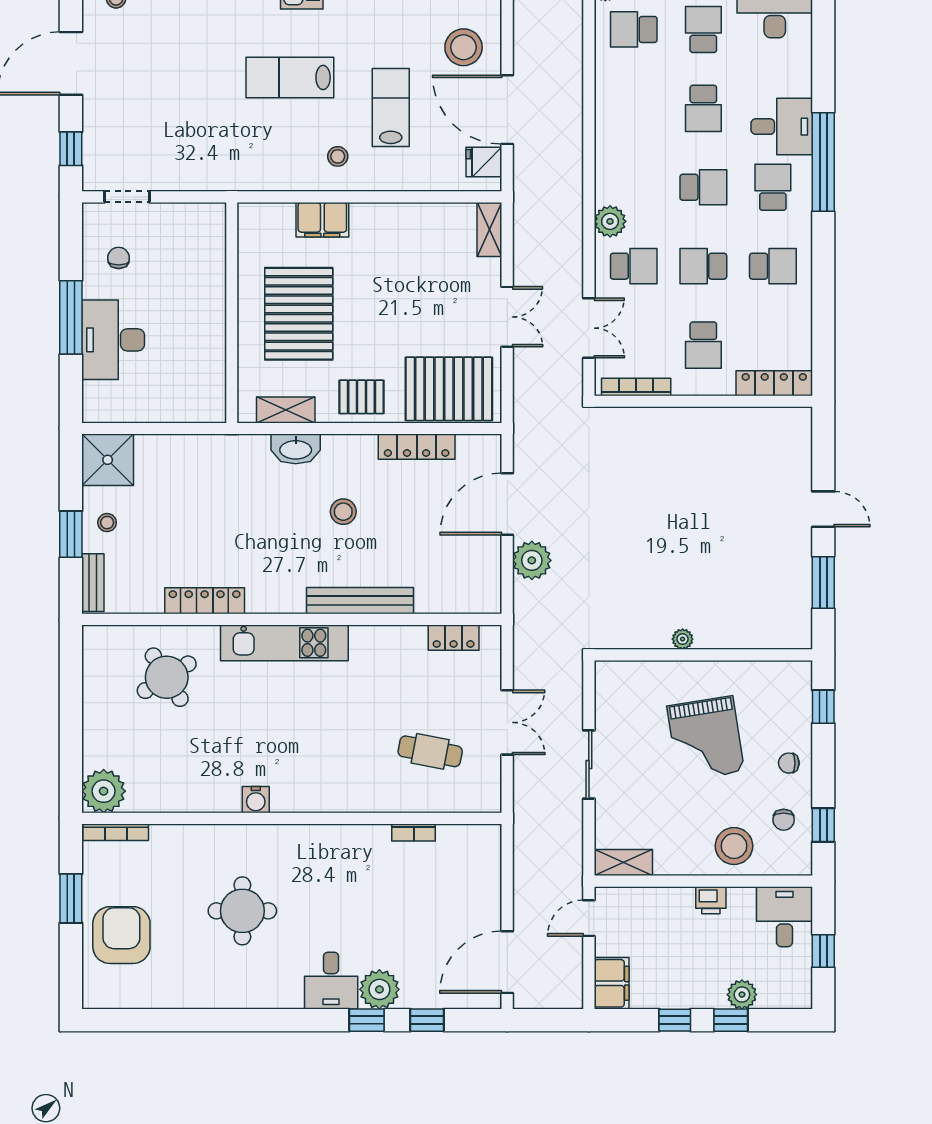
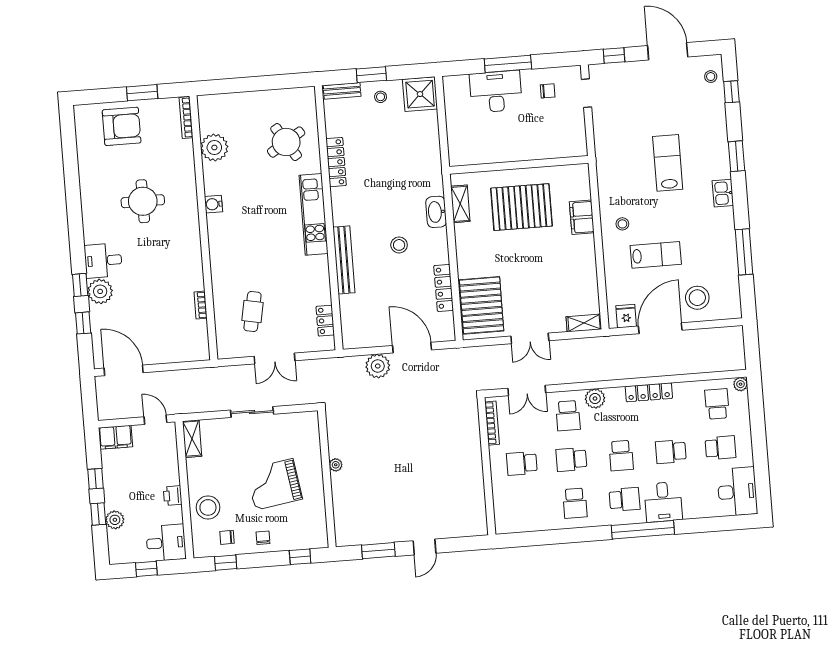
lab bench: (290, 77) -> (668, 163), moved
school desk: (703, 266) -> (571, 459), turned -90
locker: (774, 383) -> (649, 392), moved, turned 90
pallet: (361, 397) -> (472, 251), removed
plant: (104, 791) -> (214, 147), moved

